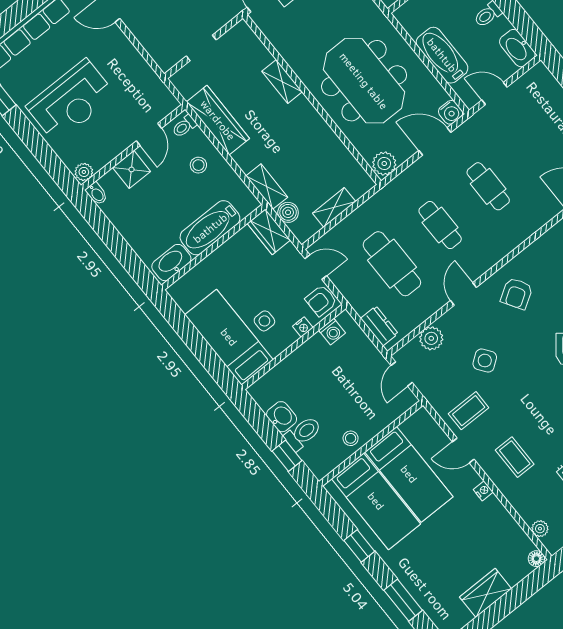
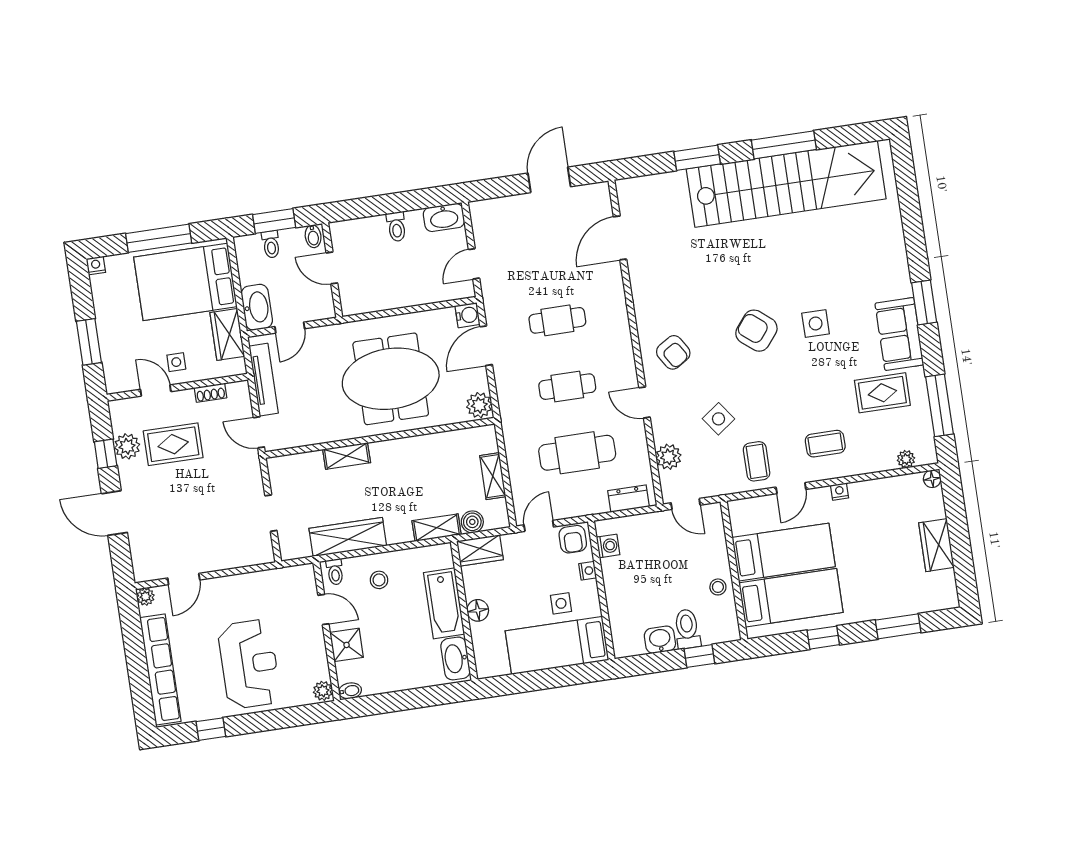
bathtub: (442, 55) -> (409, 292), removed
floor lamp: (220, 258) -> (478, 610), added

